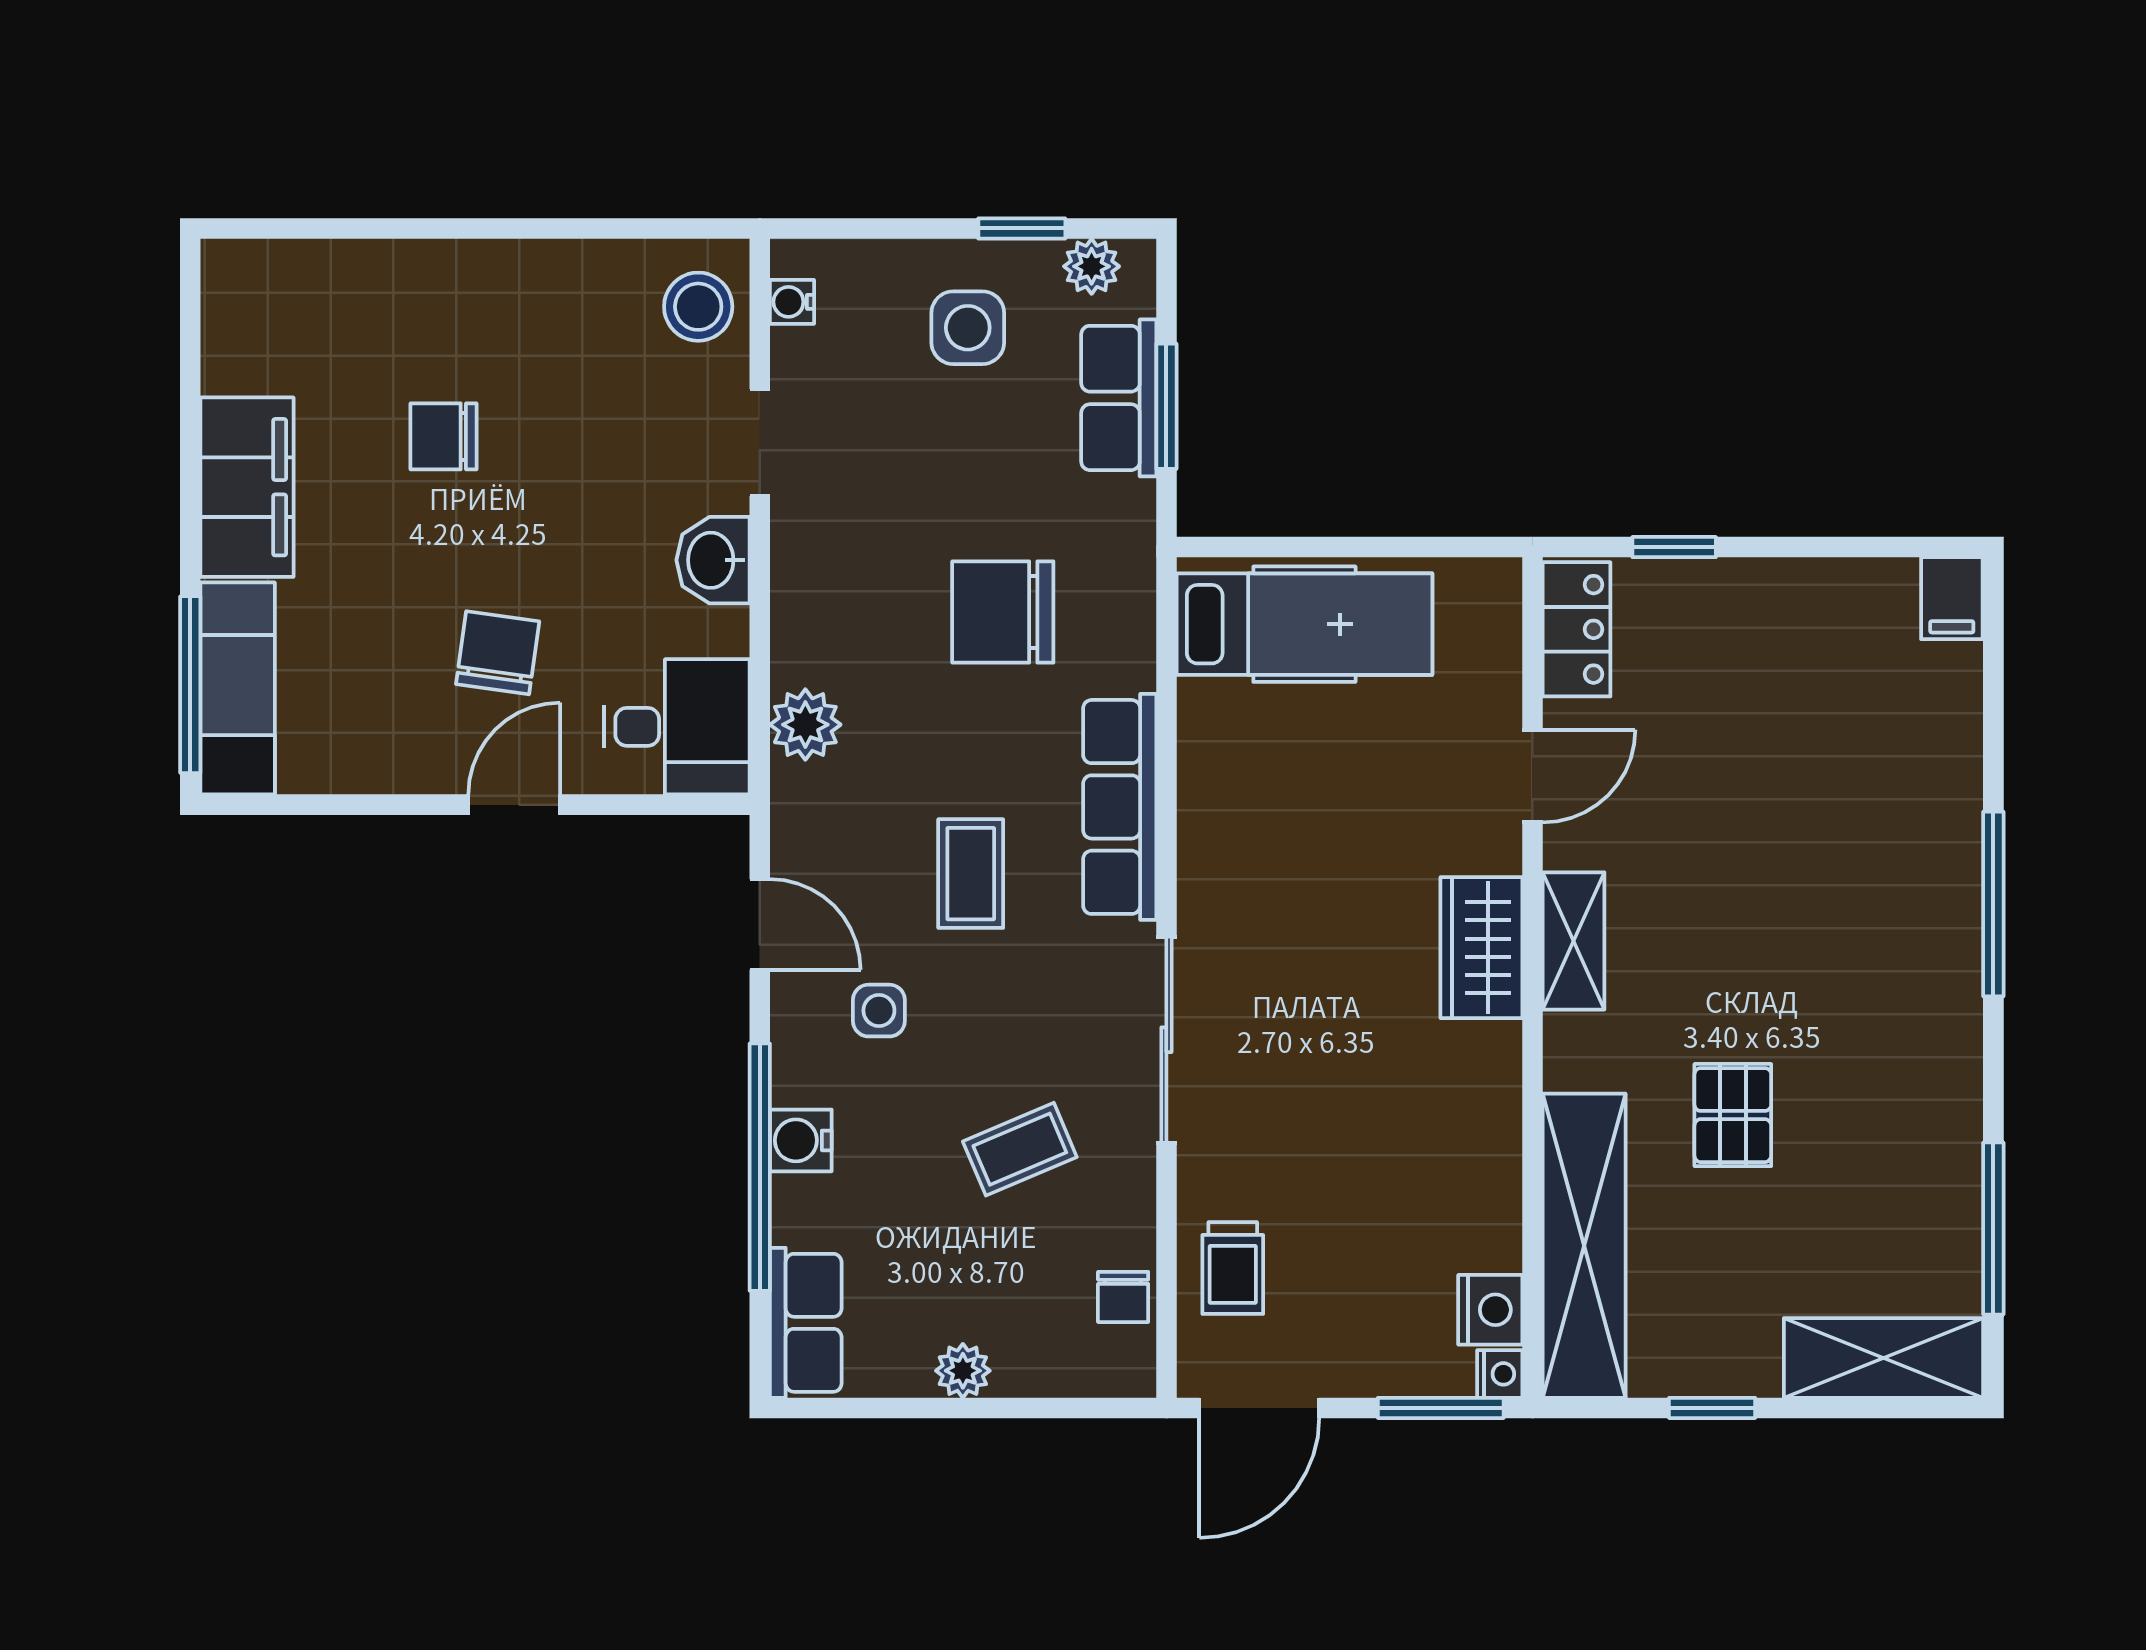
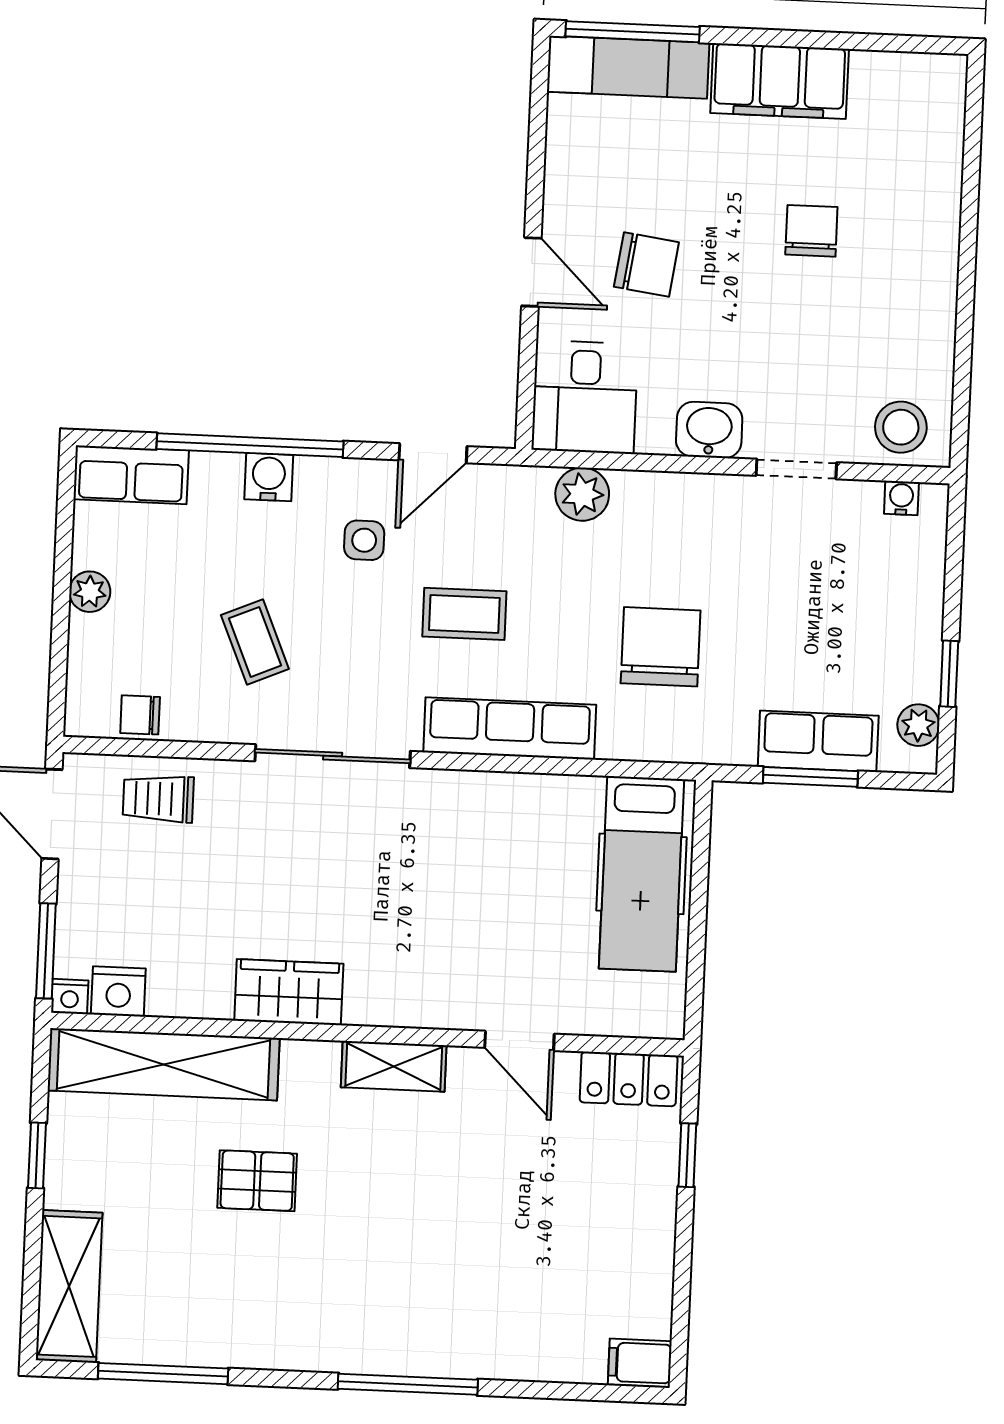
side table: (968, 328) -> (876, 630), removed
wardrobe: (1481, 948) -> (289, 992), moved

